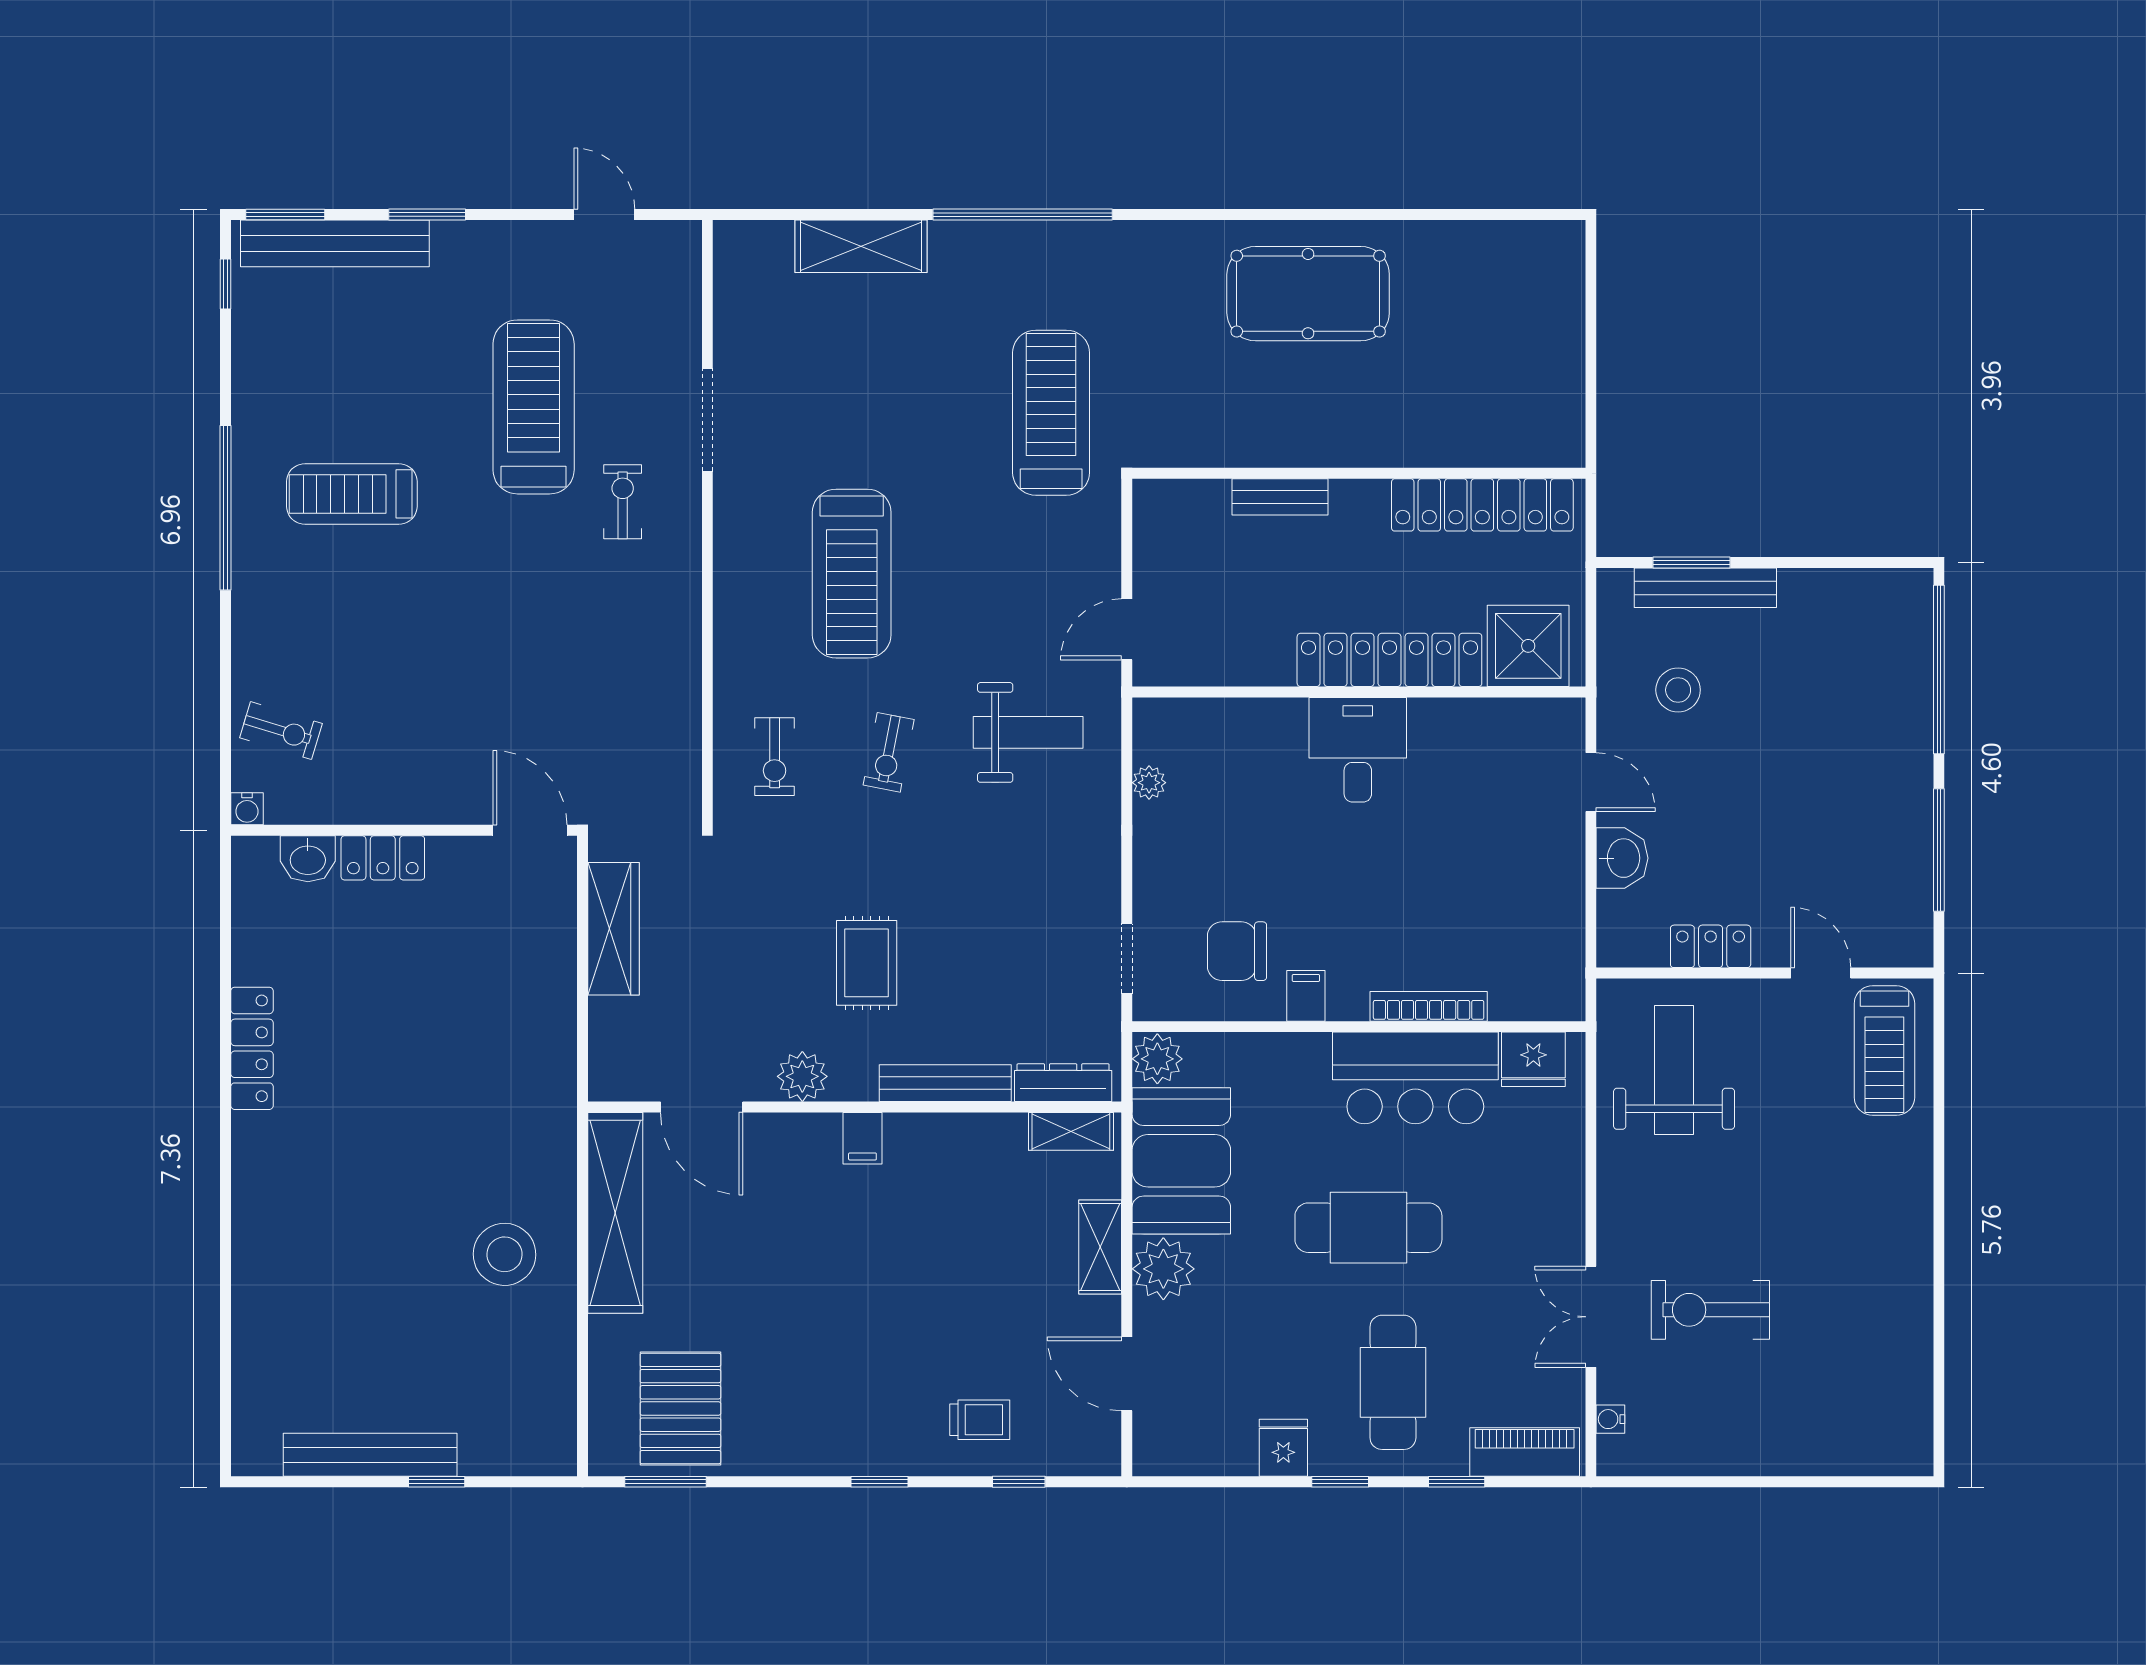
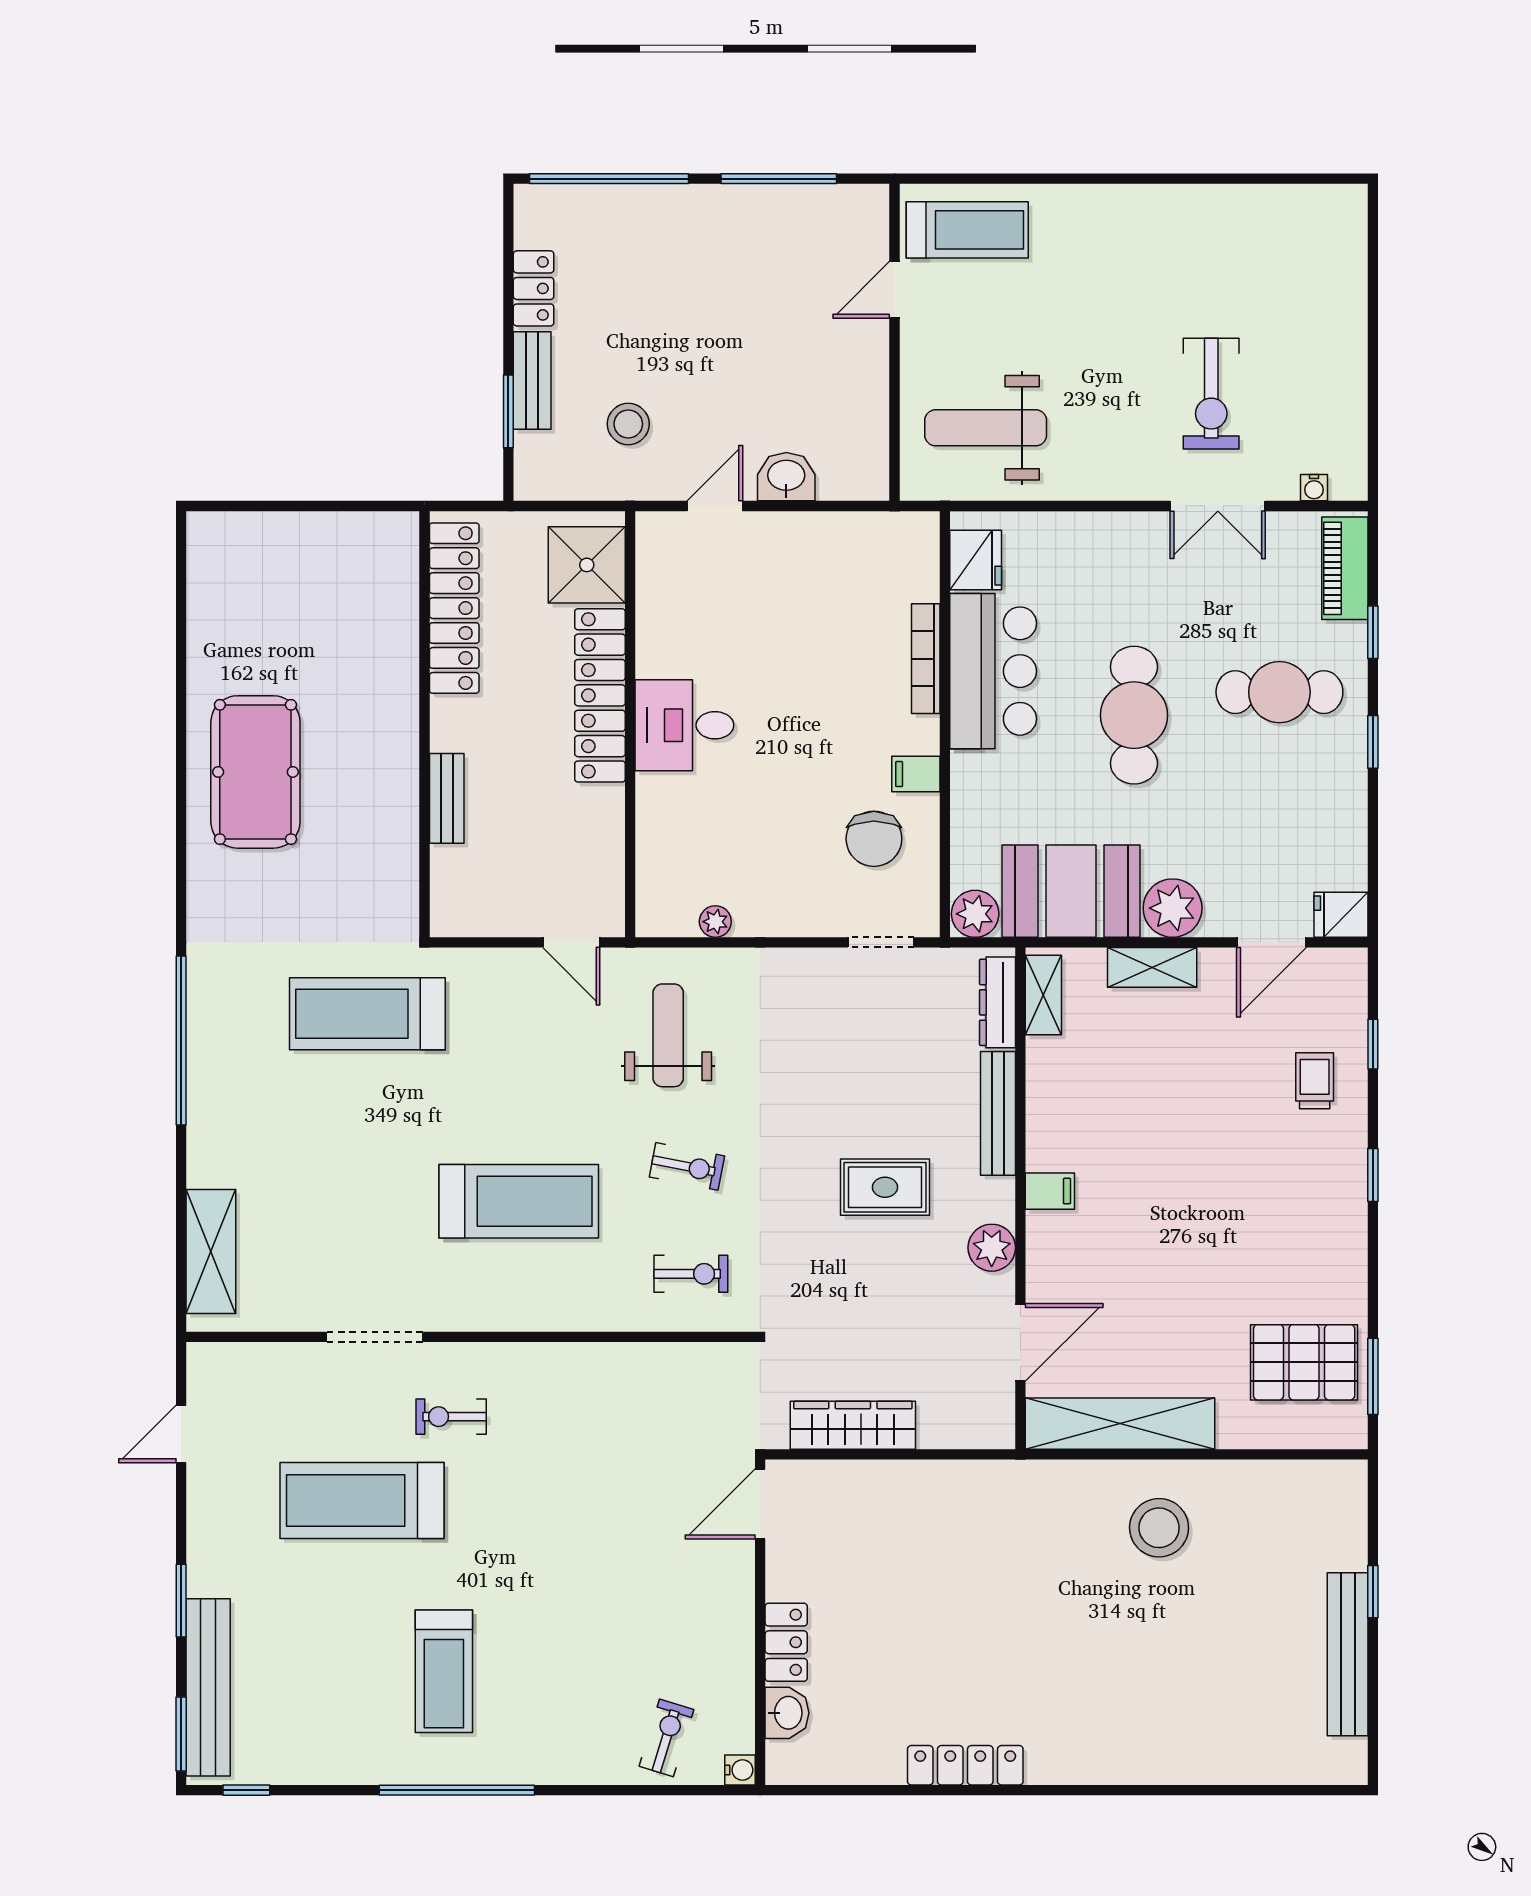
shelving: (861, 246) -> (211, 1251), moved
bench: (1705, 588) -> (532, 381), width x0.73
locker: (1711, 946) -> (534, 288), moved, turned 180
fridge: (1283, 1448) -> (1341, 915), moved

